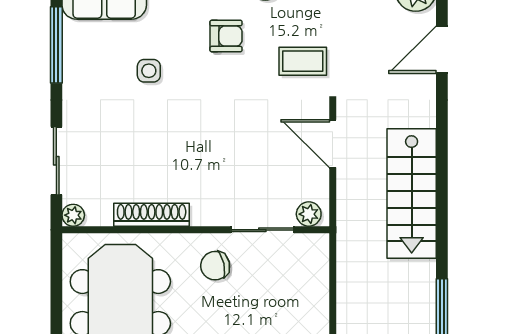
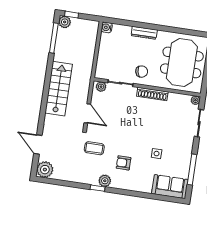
door: (442, 50) -> (38, 144), swing flipped
shoe rack: (152, 215) -> (152, 94), moved

